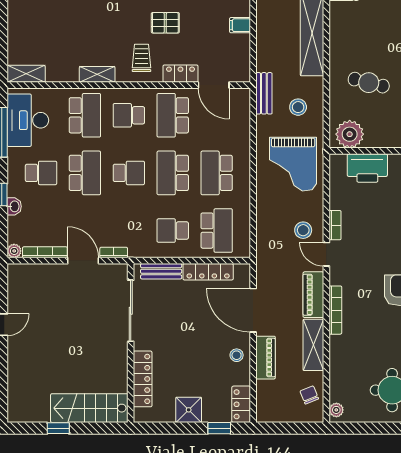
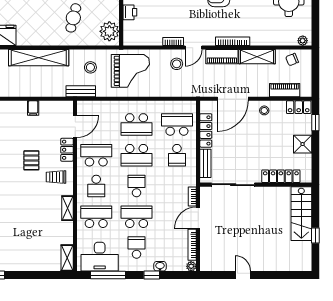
school desk: (173, 115) -> (96, 155), turned 180
printer: (367, 168) -> (130, 12), width x0.53, depth x0.68
piano: (266, 358) -> (285, 90), moved

